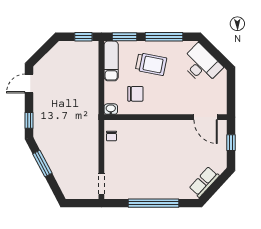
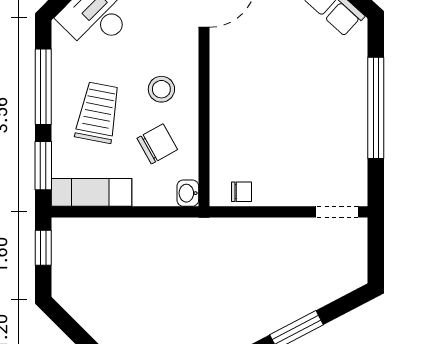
chair: (135, 94) -> (157, 144), turned 61
stool: (163, 96) -> (161, 89), added

